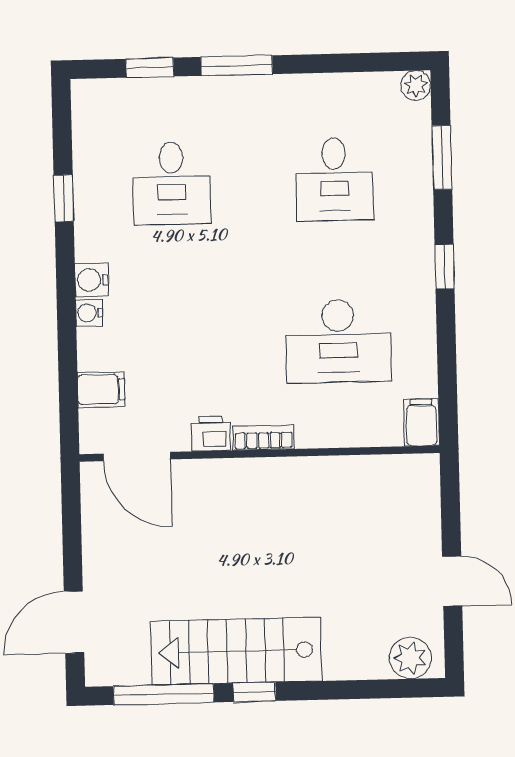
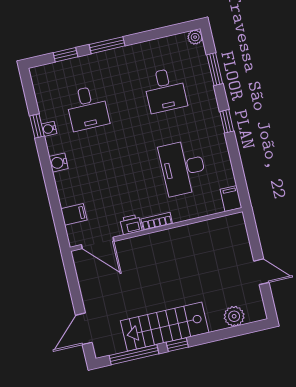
water cooler: (89, 313) -> (49, 129), moved
desk: (338, 341) -> (183, 168), turned 90
plant: (410, 658) -> (234, 316), moved

